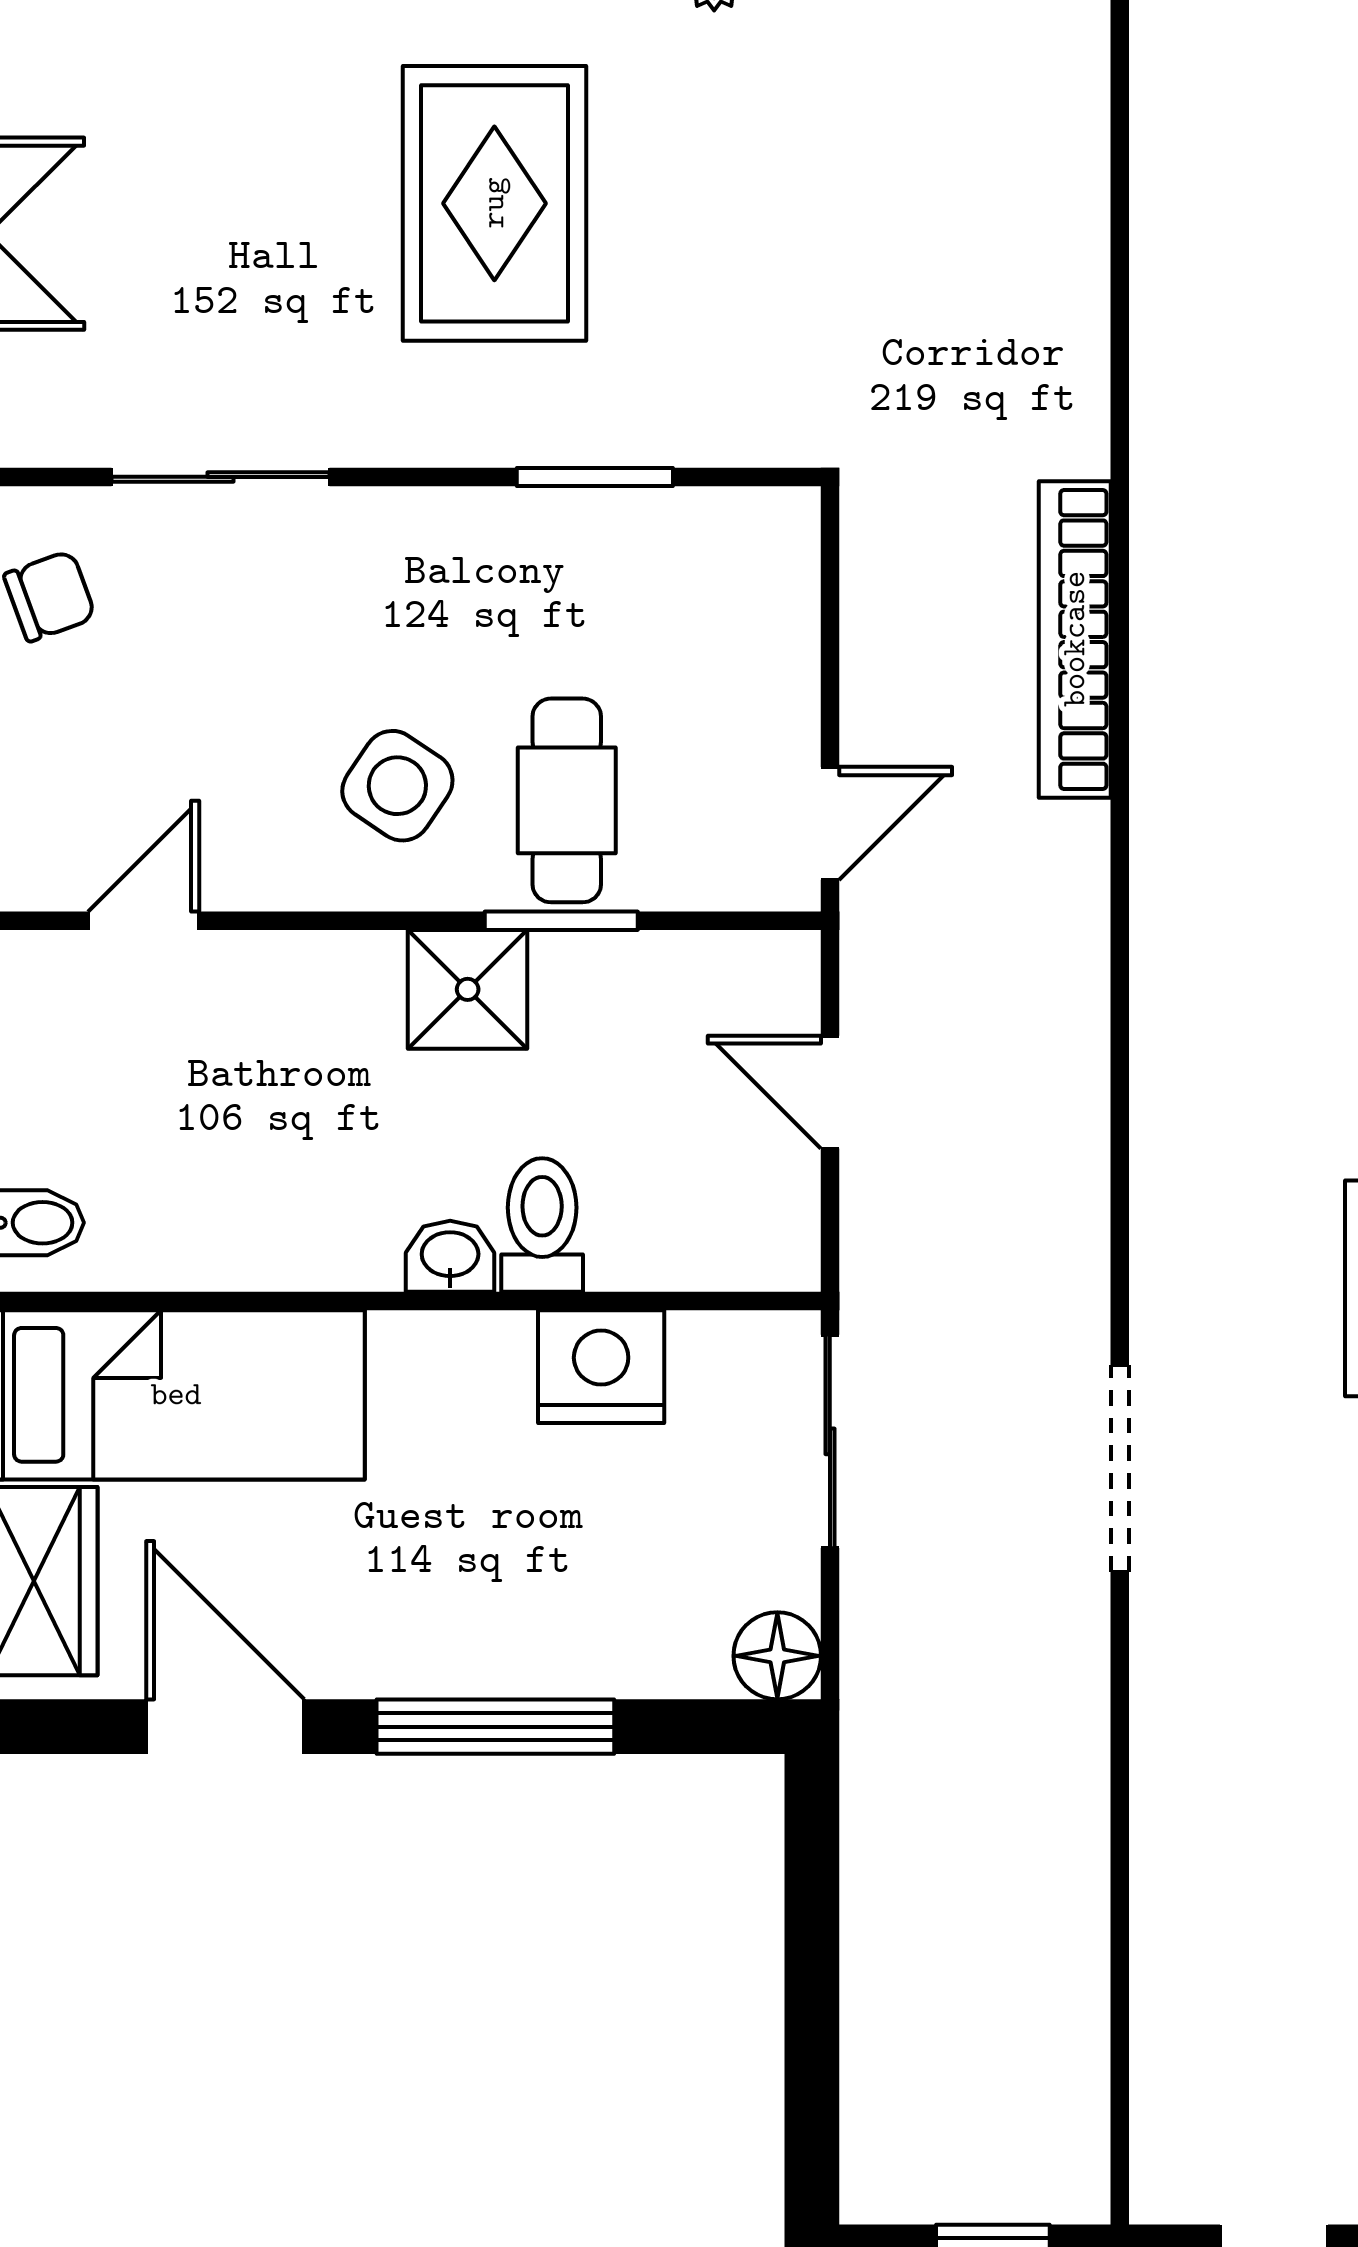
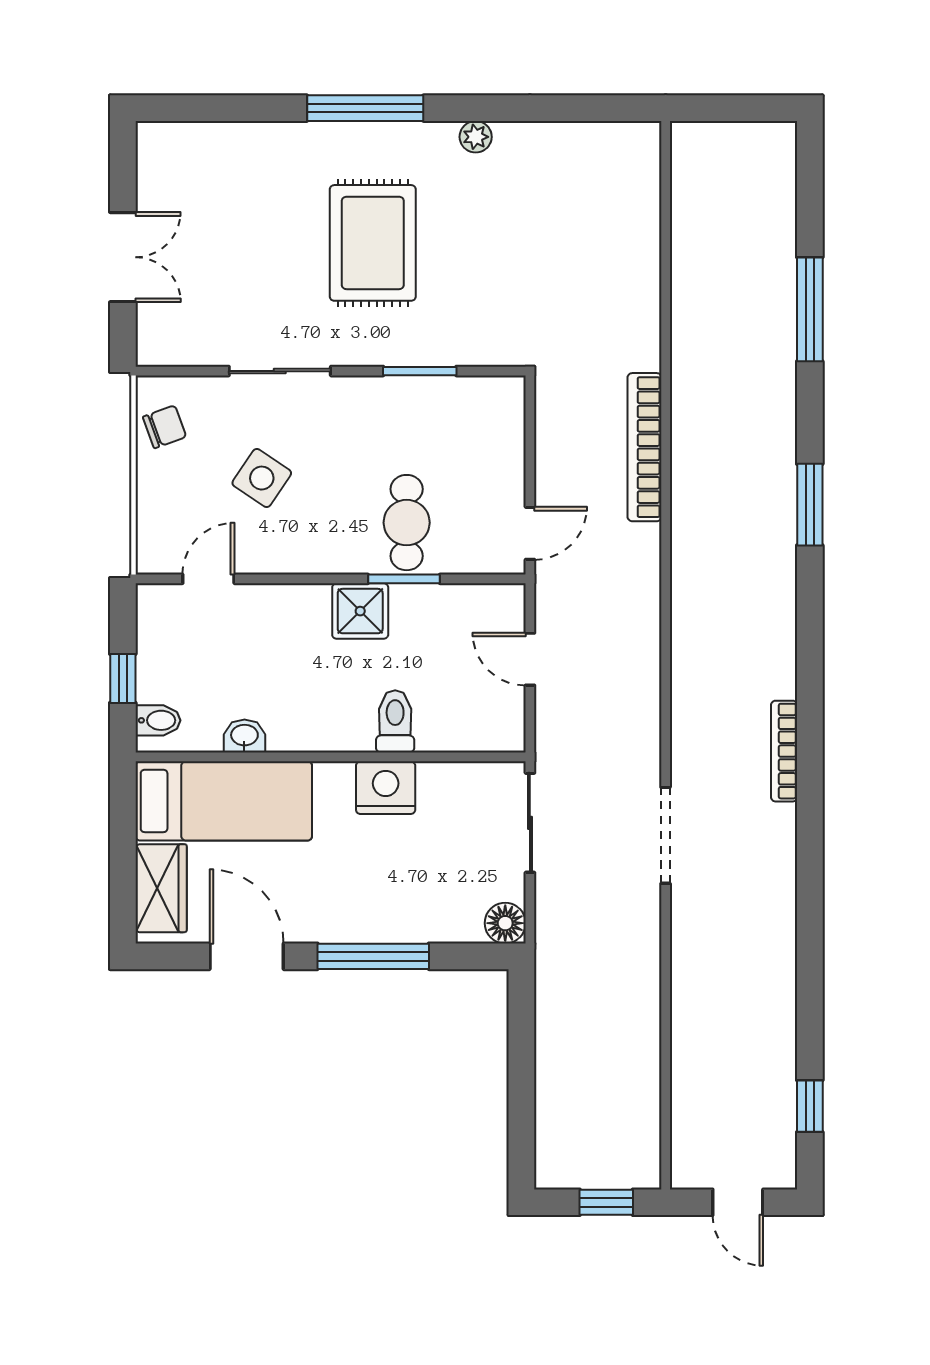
sliding door: (221, 477) -> (280, 371), moved
side table: (397, 786) -> (262, 478), moved
washbasin: (450, 1256) -> (244, 736), moved
nightstand: (601, 1367) -> (386, 788), moved

